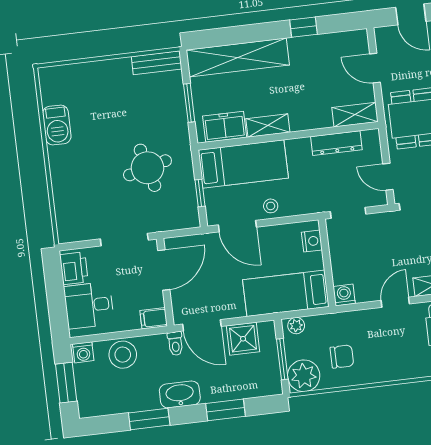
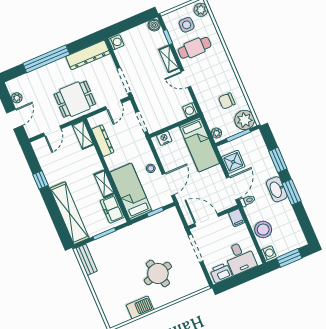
round table: (147, 168) -> (158, 273), moved
chair: (342, 357) -> (227, 101), turned -90
window: (149, 419) -> (292, 192), moved

